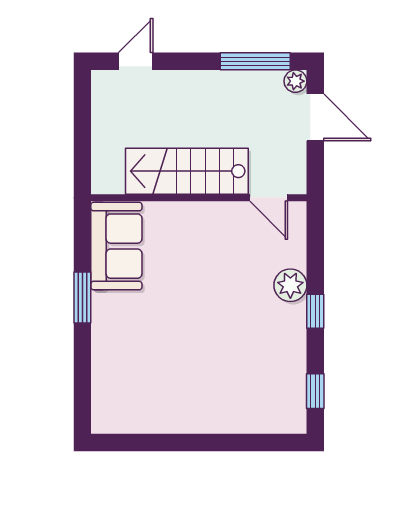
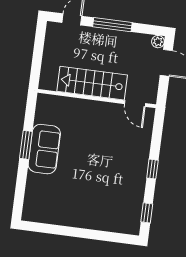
window: (255, 61) -> (112, 25), moved
sofa: (116, 246) -> (44, 149), moved
plant: (290, 285) -> (141, 153), removed

